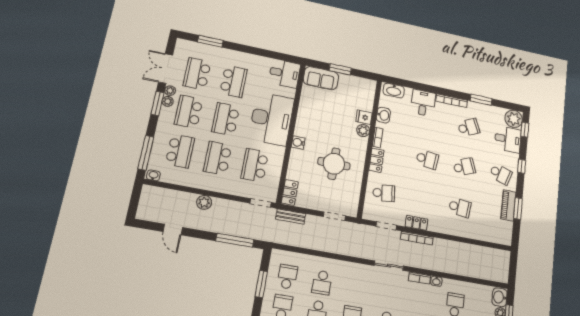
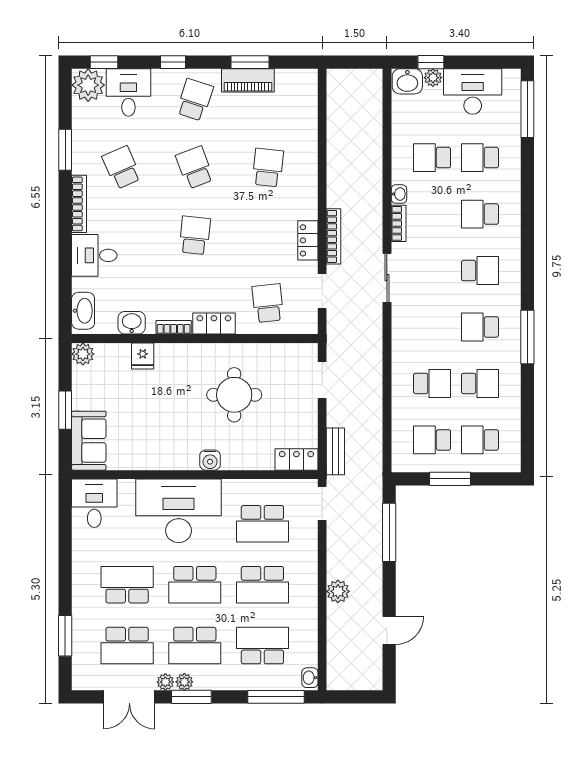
plant: (363, 131) -> (83, 354), moved

